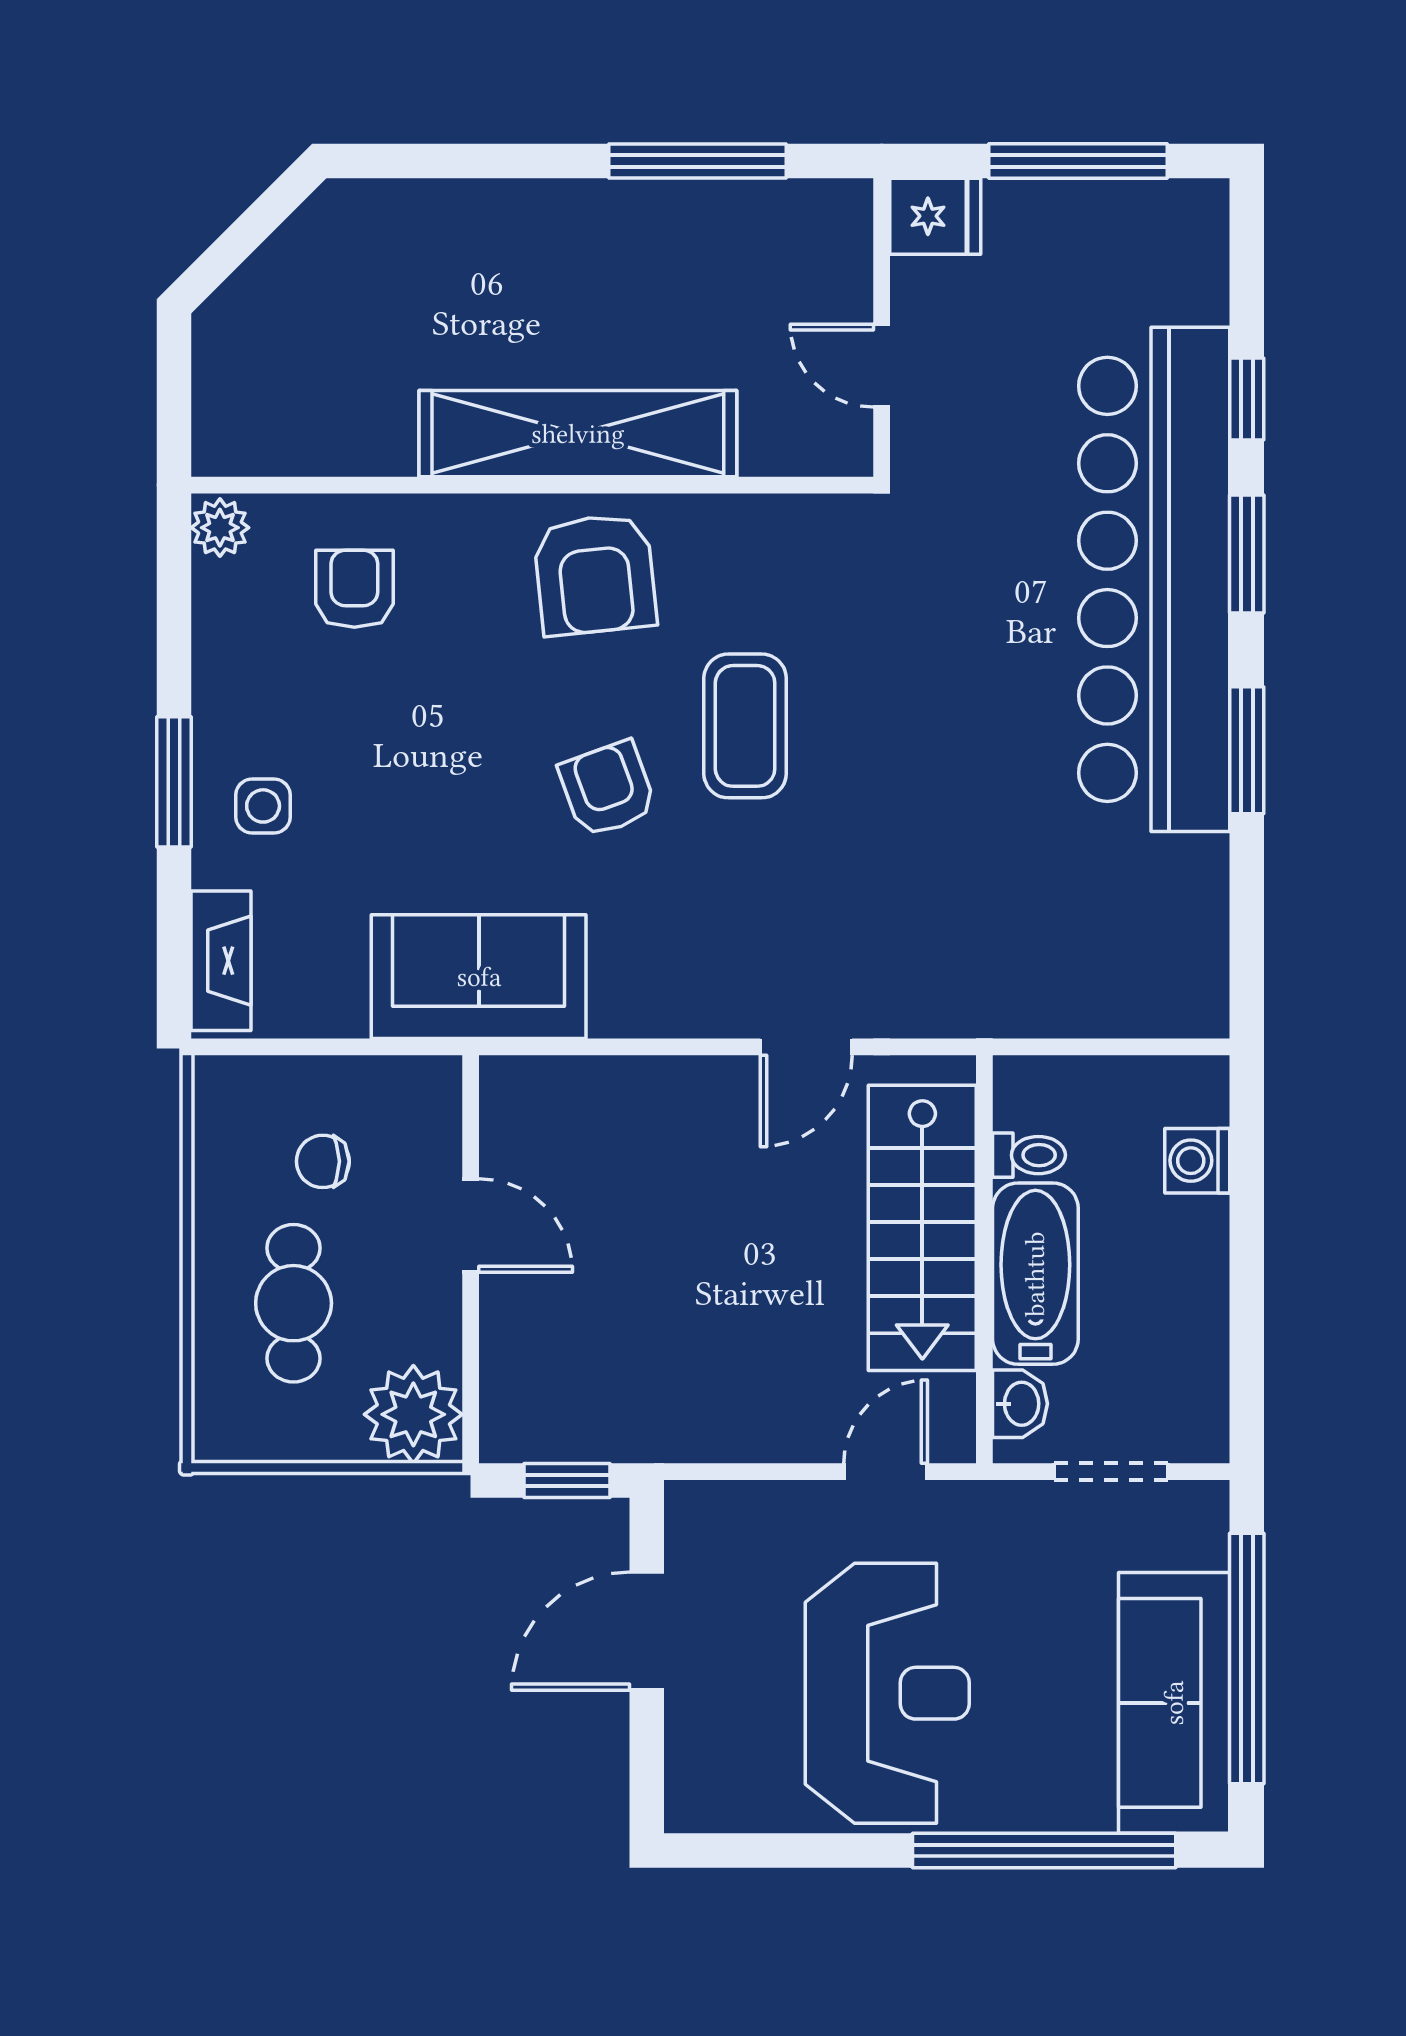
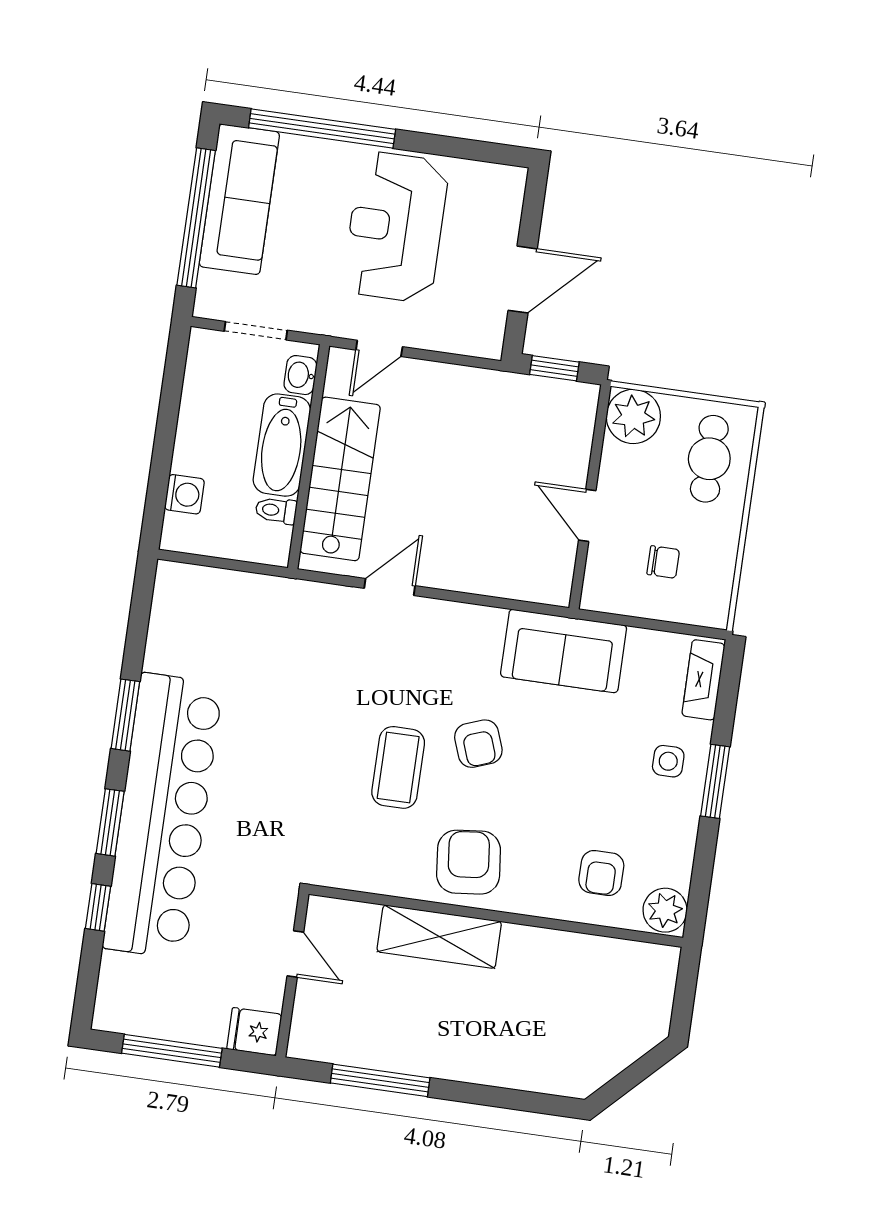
shelving: (578, 434) -> (439, 937), width x0.68
plant: (220, 528) -> (665, 910), width x1.38, depth x1.38
cafe table: (294, 1303) -> (709, 459), moved

